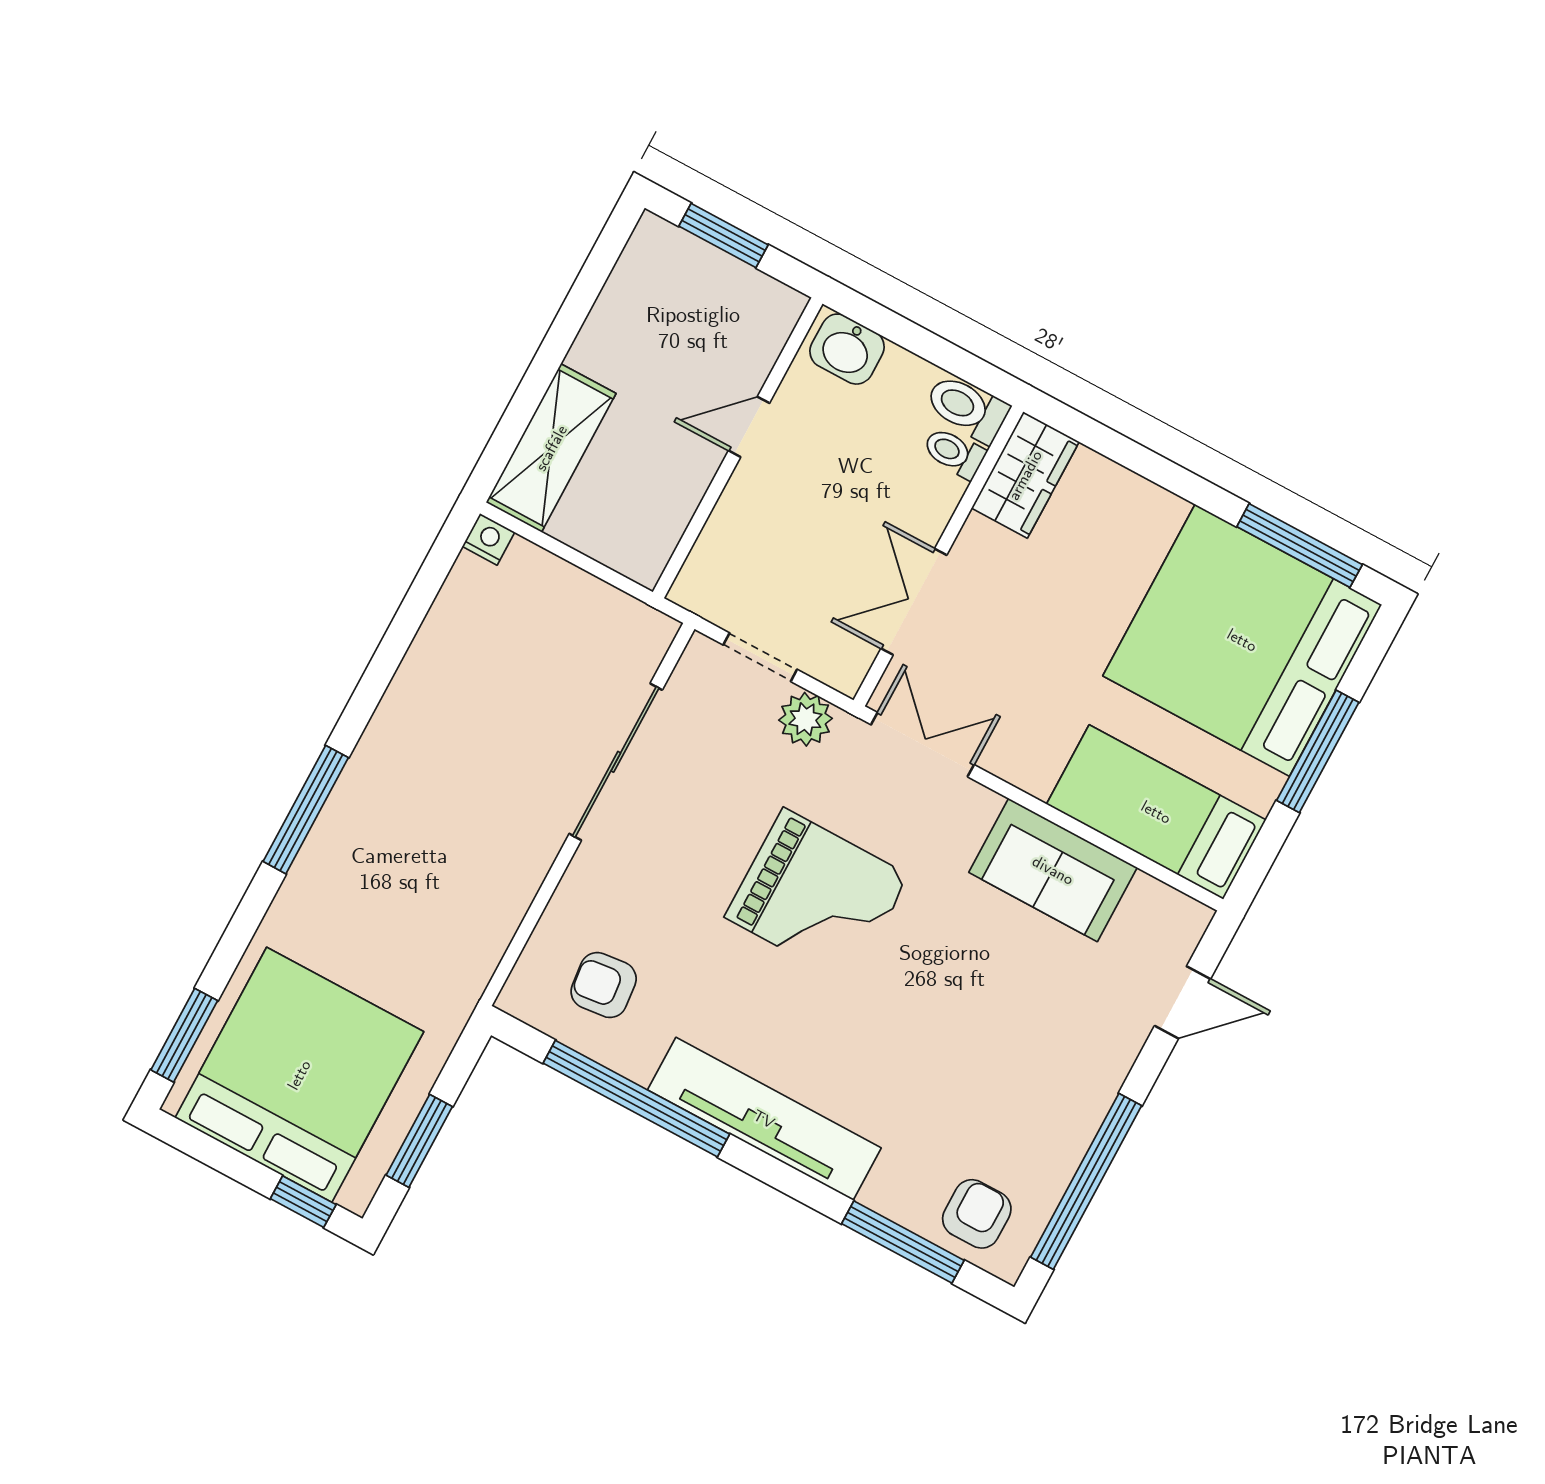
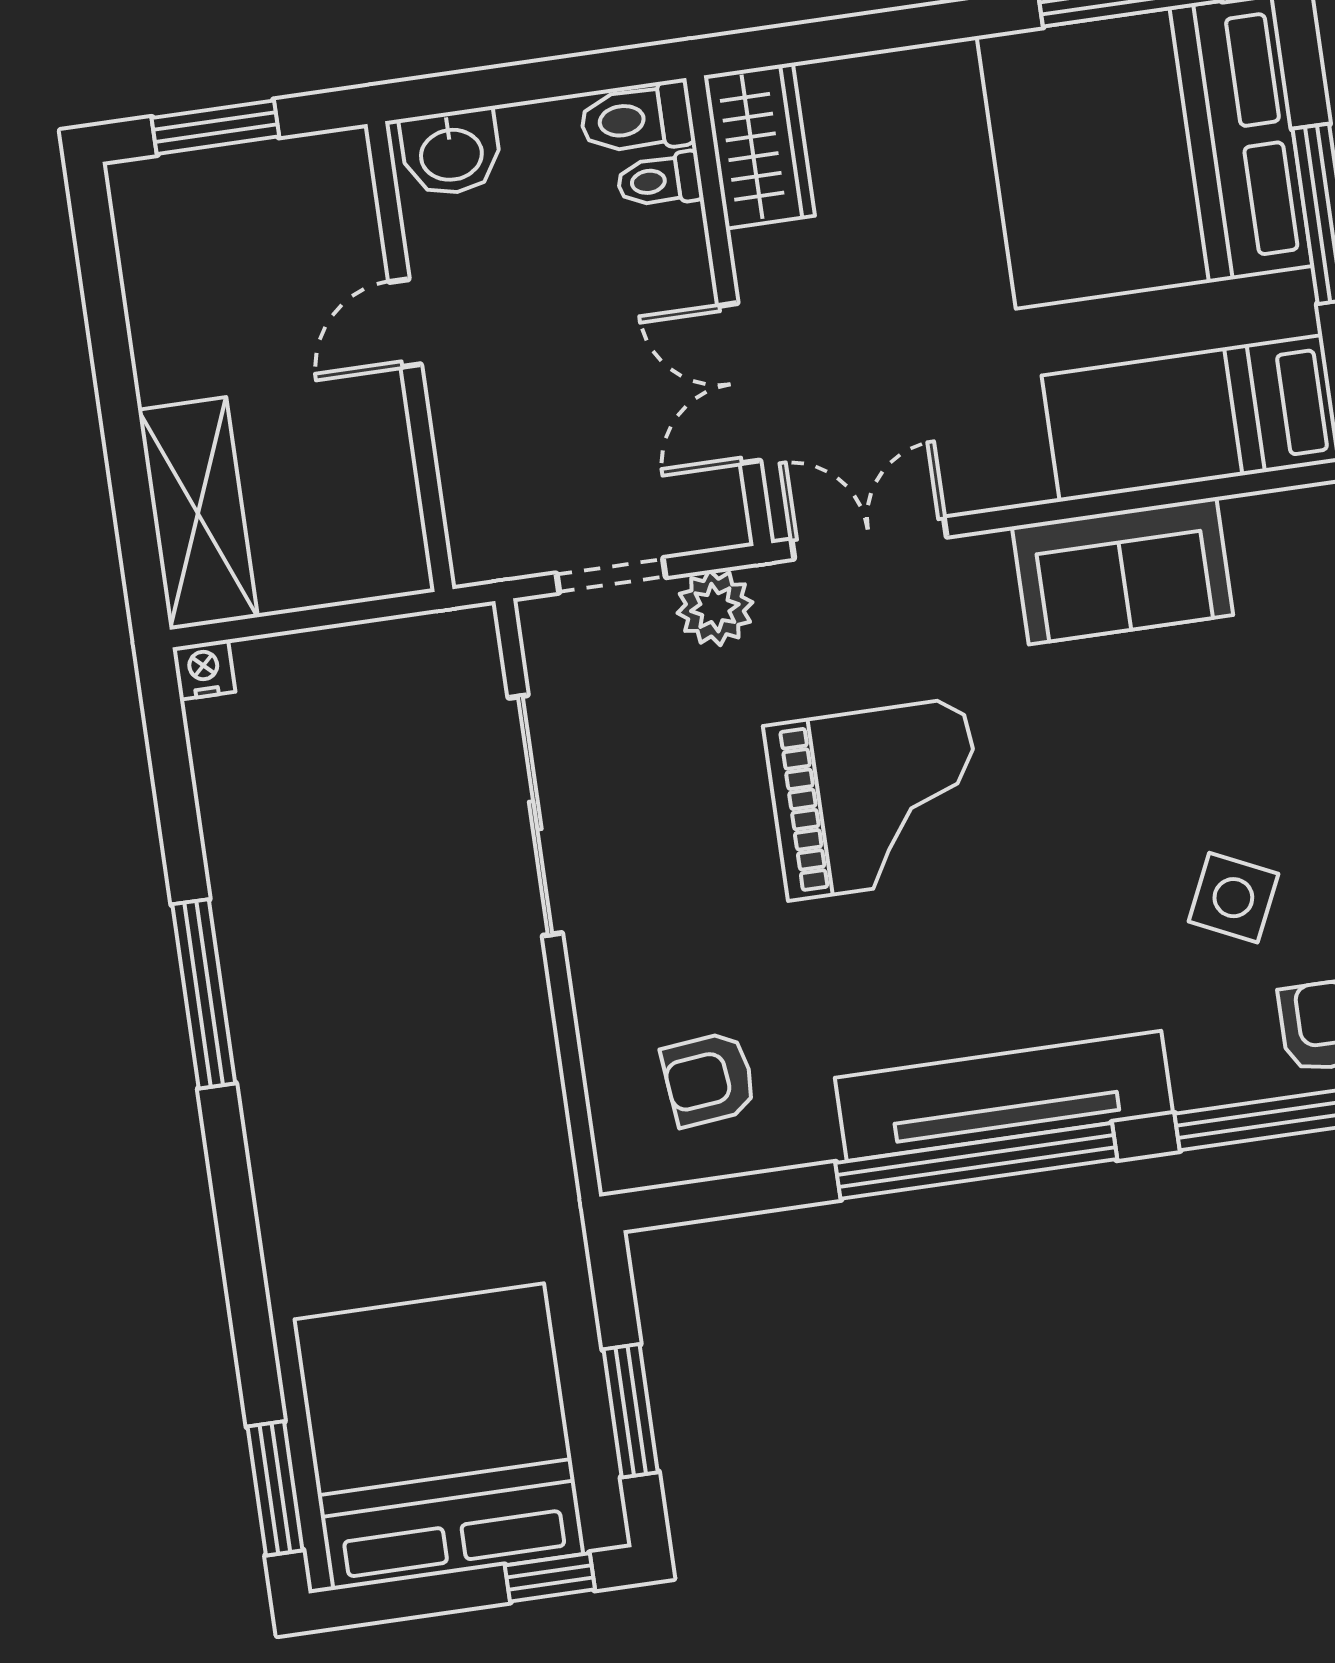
window: (306, 810) -> (204, 994), moved
window: (636, 1099) -> (976, 1161), moved
side table: (978, 1103) -> (1233, 898), added

